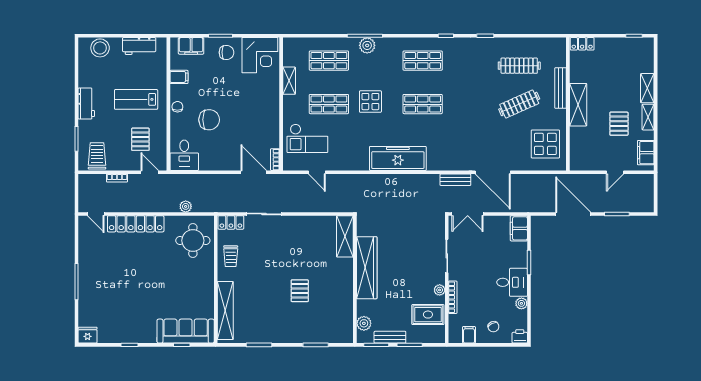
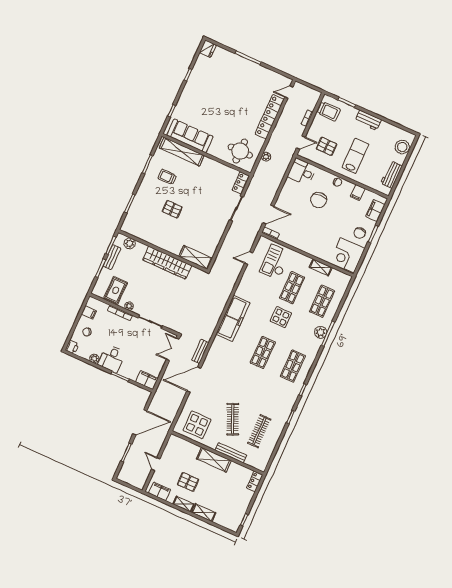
trolley: (231, 256) -> (167, 177), moved
sofa: (186, 331) -> (190, 136), moved, turned -90

